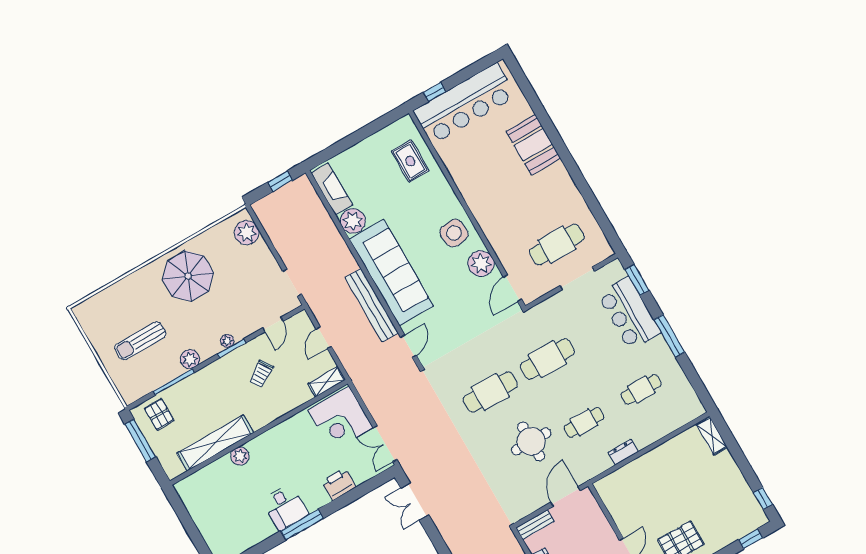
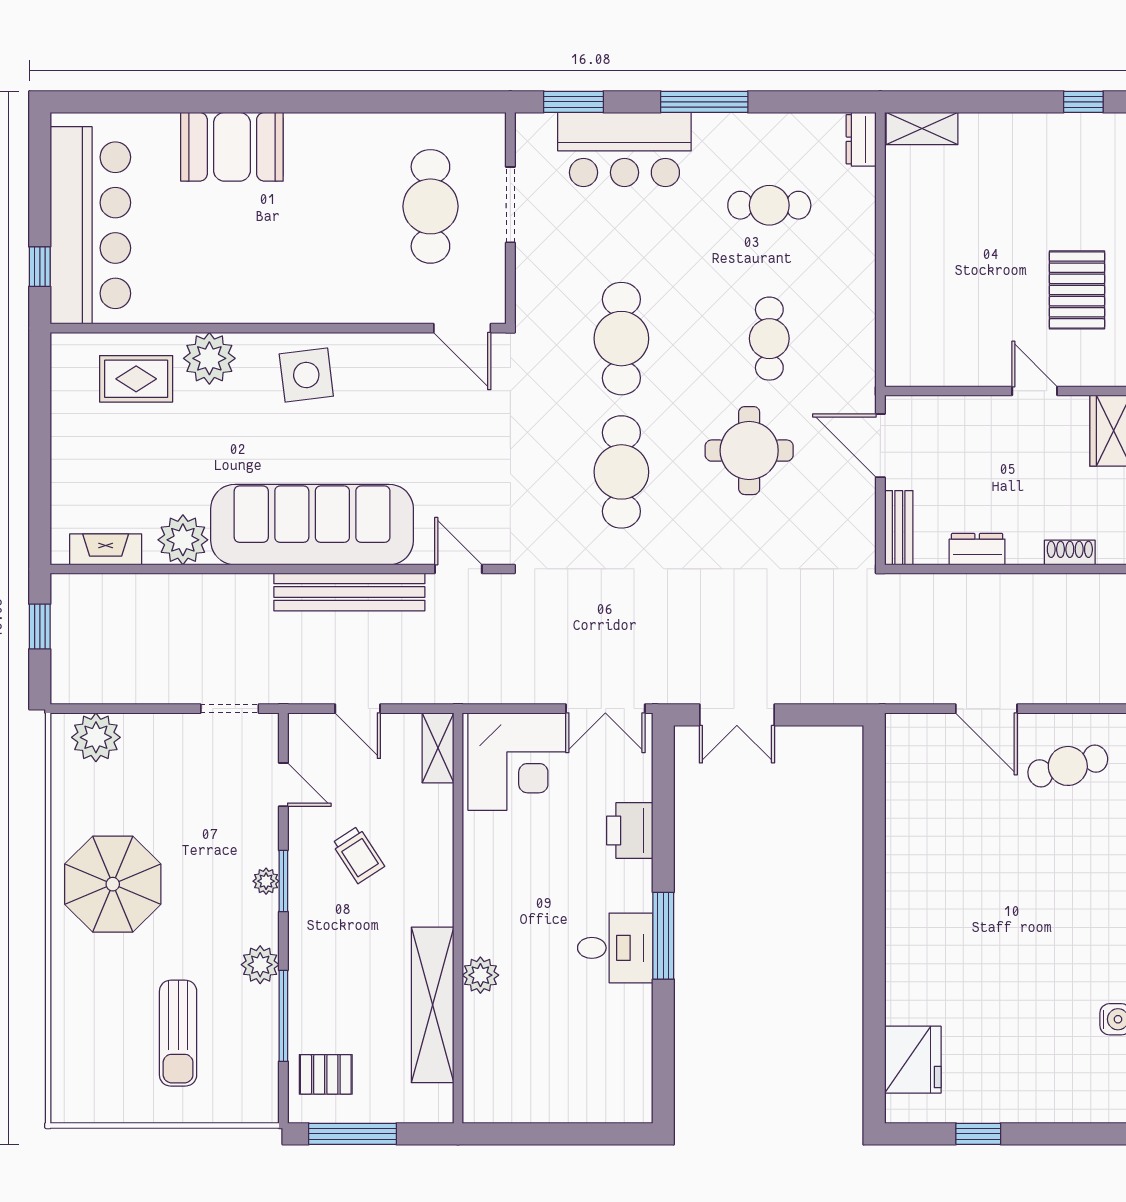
fireplace: (332, 189) -> (106, 549), width x0.73, depth x0.76
plant: (481, 264) -> (209, 358), moved
cafe table: (641, 389) -> (769, 205), turned 90
dresser: (623, 452) -> (861, 139), moved

